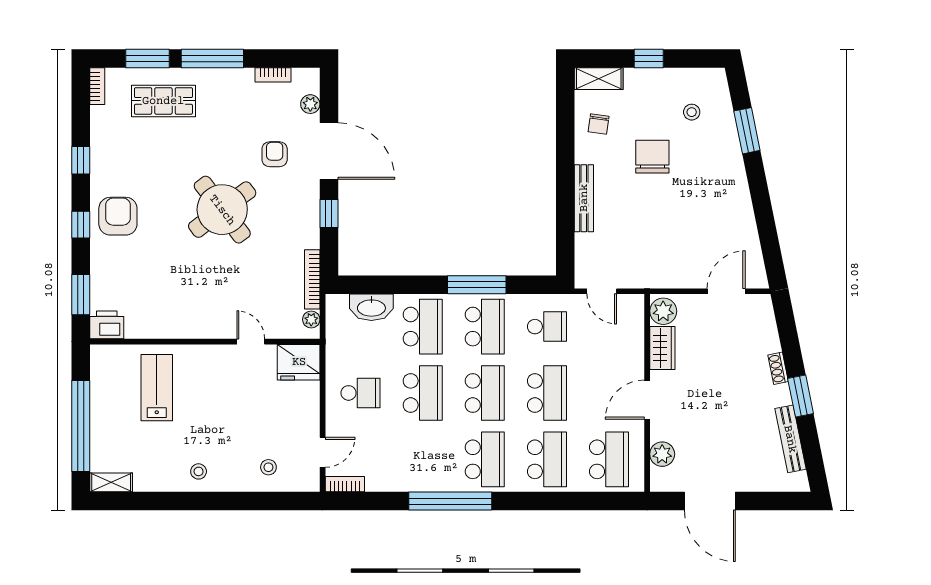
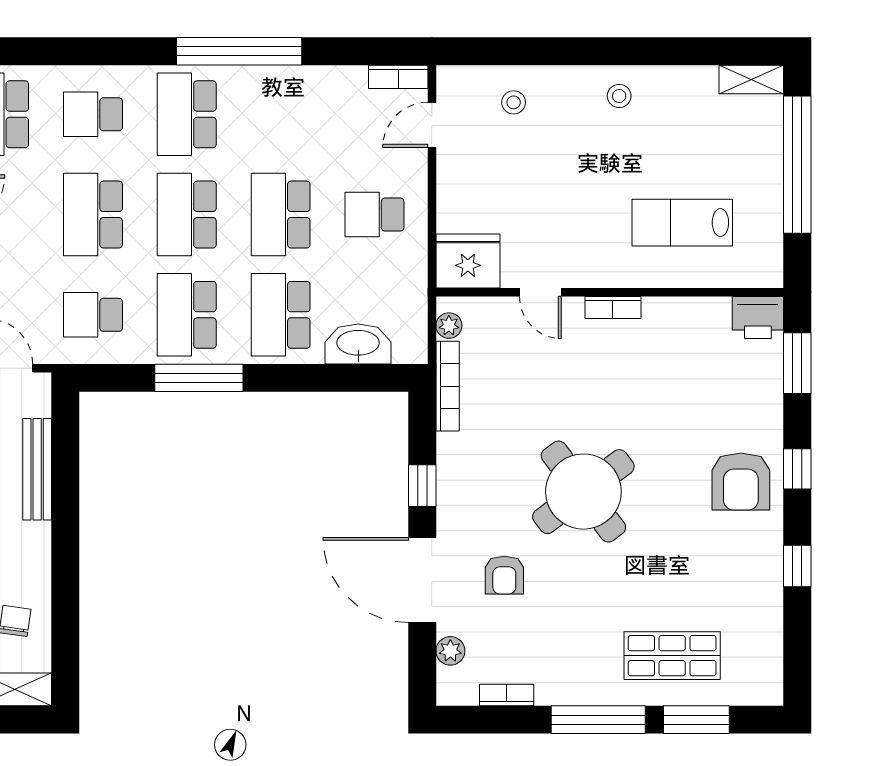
bookcase: (97, 86) -> (613, 308), moved, turned -90
bench: (584, 198) -> (37, 469), moved
lab bench: (157, 388) -> (682, 223), turned 90
school desk: (547, 459) -> (93, 114), width x0.54

